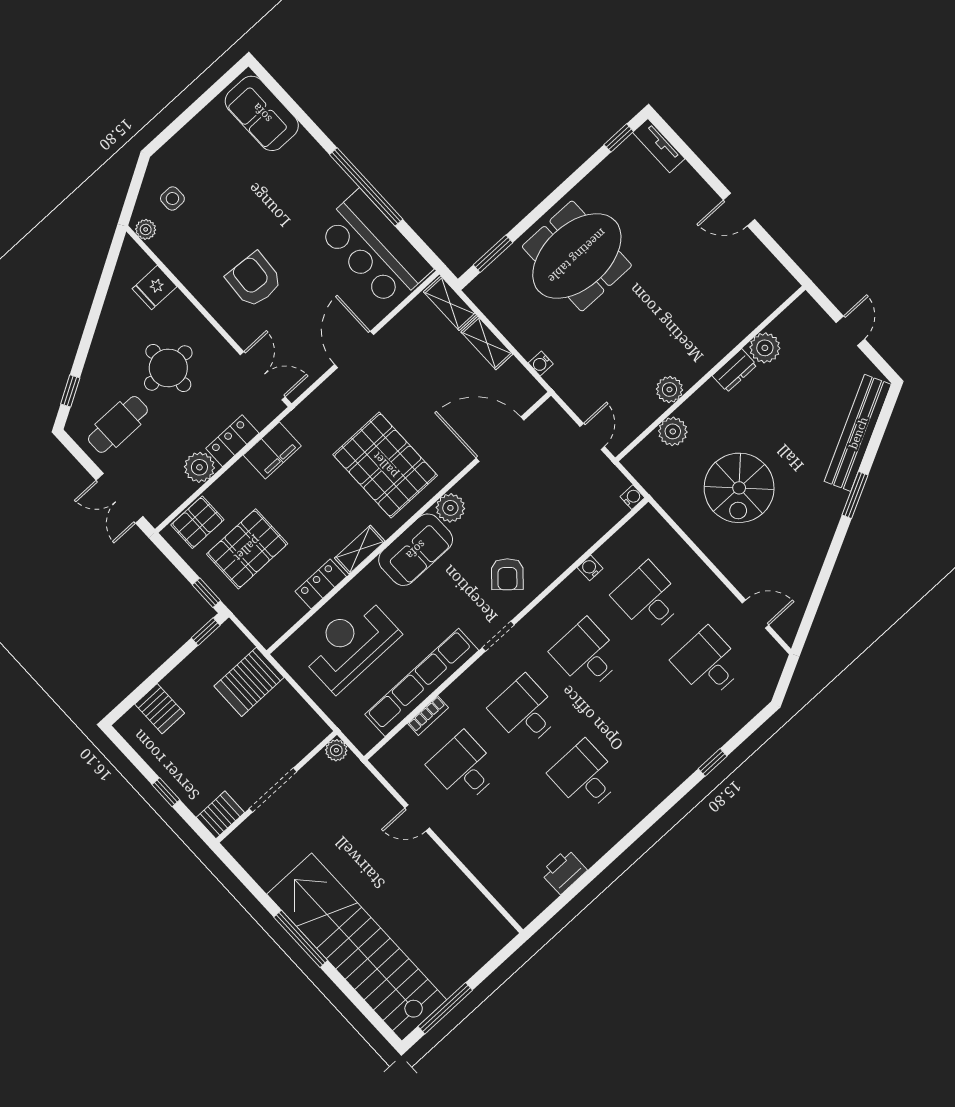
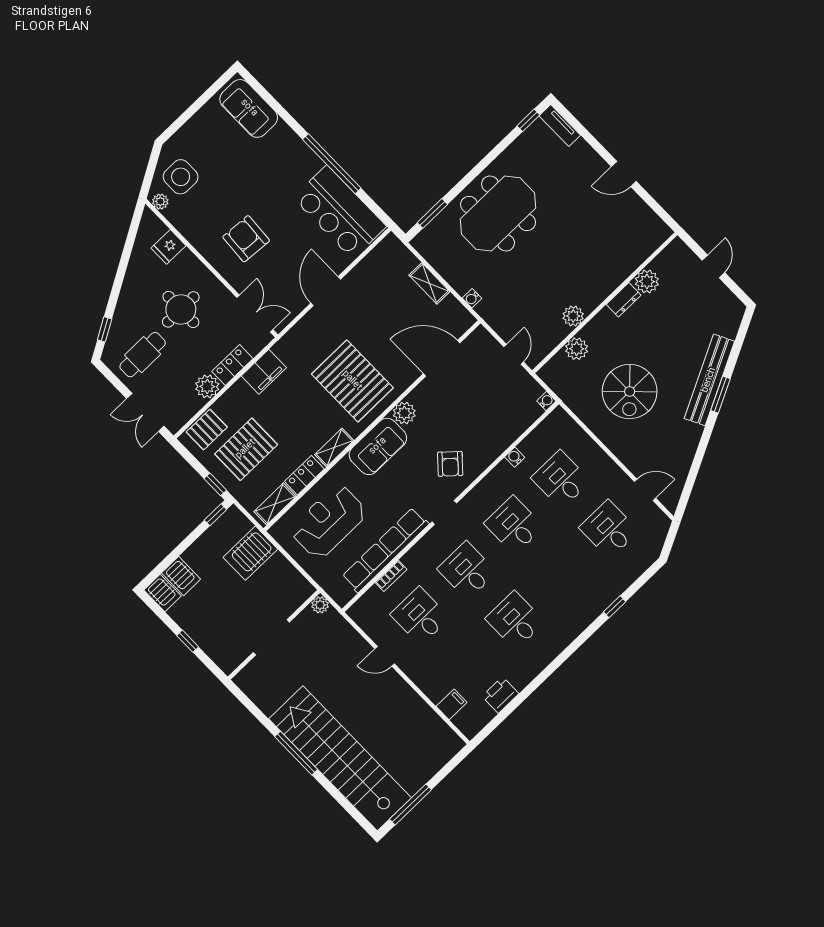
side table: (172, 199) -> (181, 177), width x1.87, depth x1.87
shelving: (450, 303) -> (275, 504), moved, turned 90
bench: (858, 433) -> (709, 380), moved
server rack: (220, 815) -> (163, 593), moved, turned 90
filing cabinet: (501, 882) -> (452, 704), added

